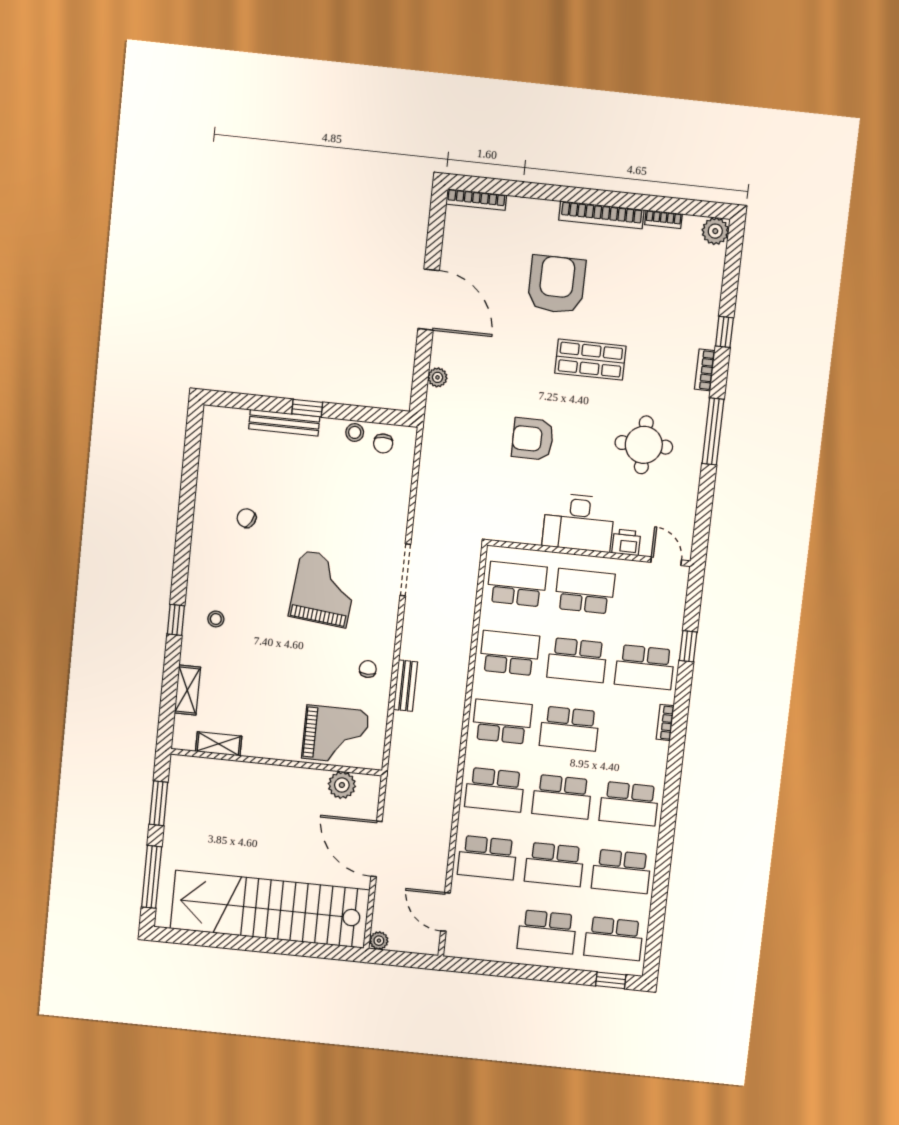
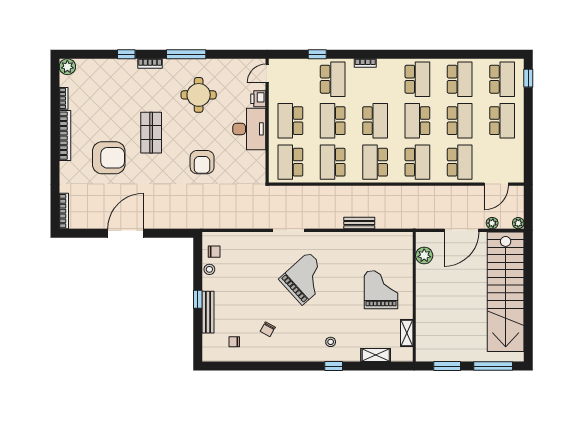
armchair: (557, 284) -> (109, 158), turned 180
plant: (438, 377) -> (492, 223), moved
grand piano: (324, 589) -> (306, 278), turned 132
school desk: (577, 660) -> (333, 121), turned 180
chair: (368, 669) -> (234, 342), moved
grand piano: (335, 735) -> (381, 290), moved
school desk: (562, 797) -> (417, 121), turned 180

